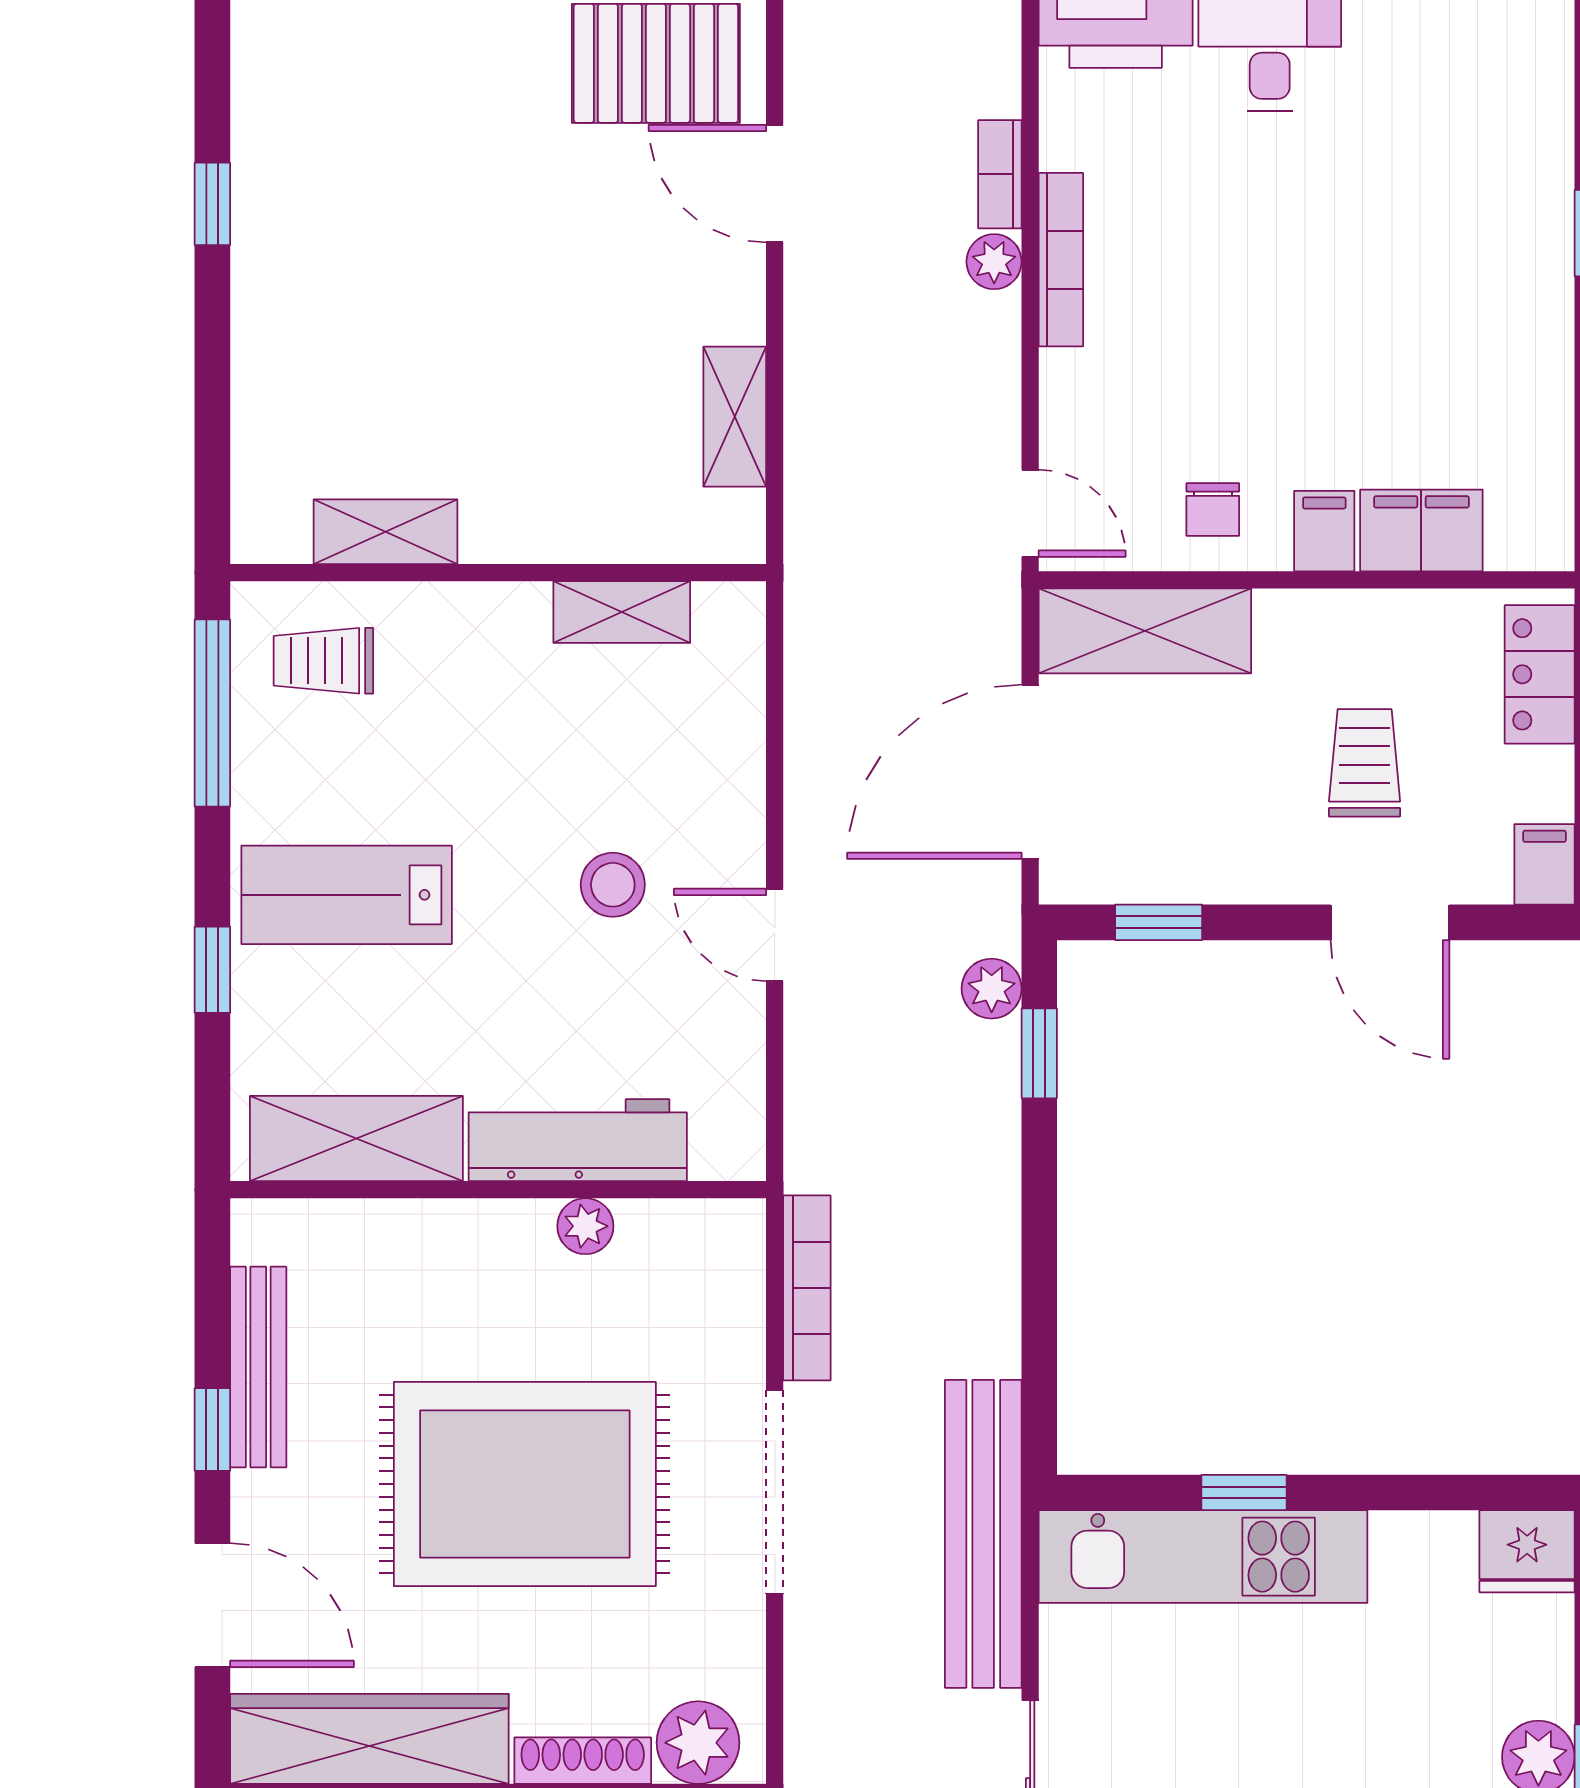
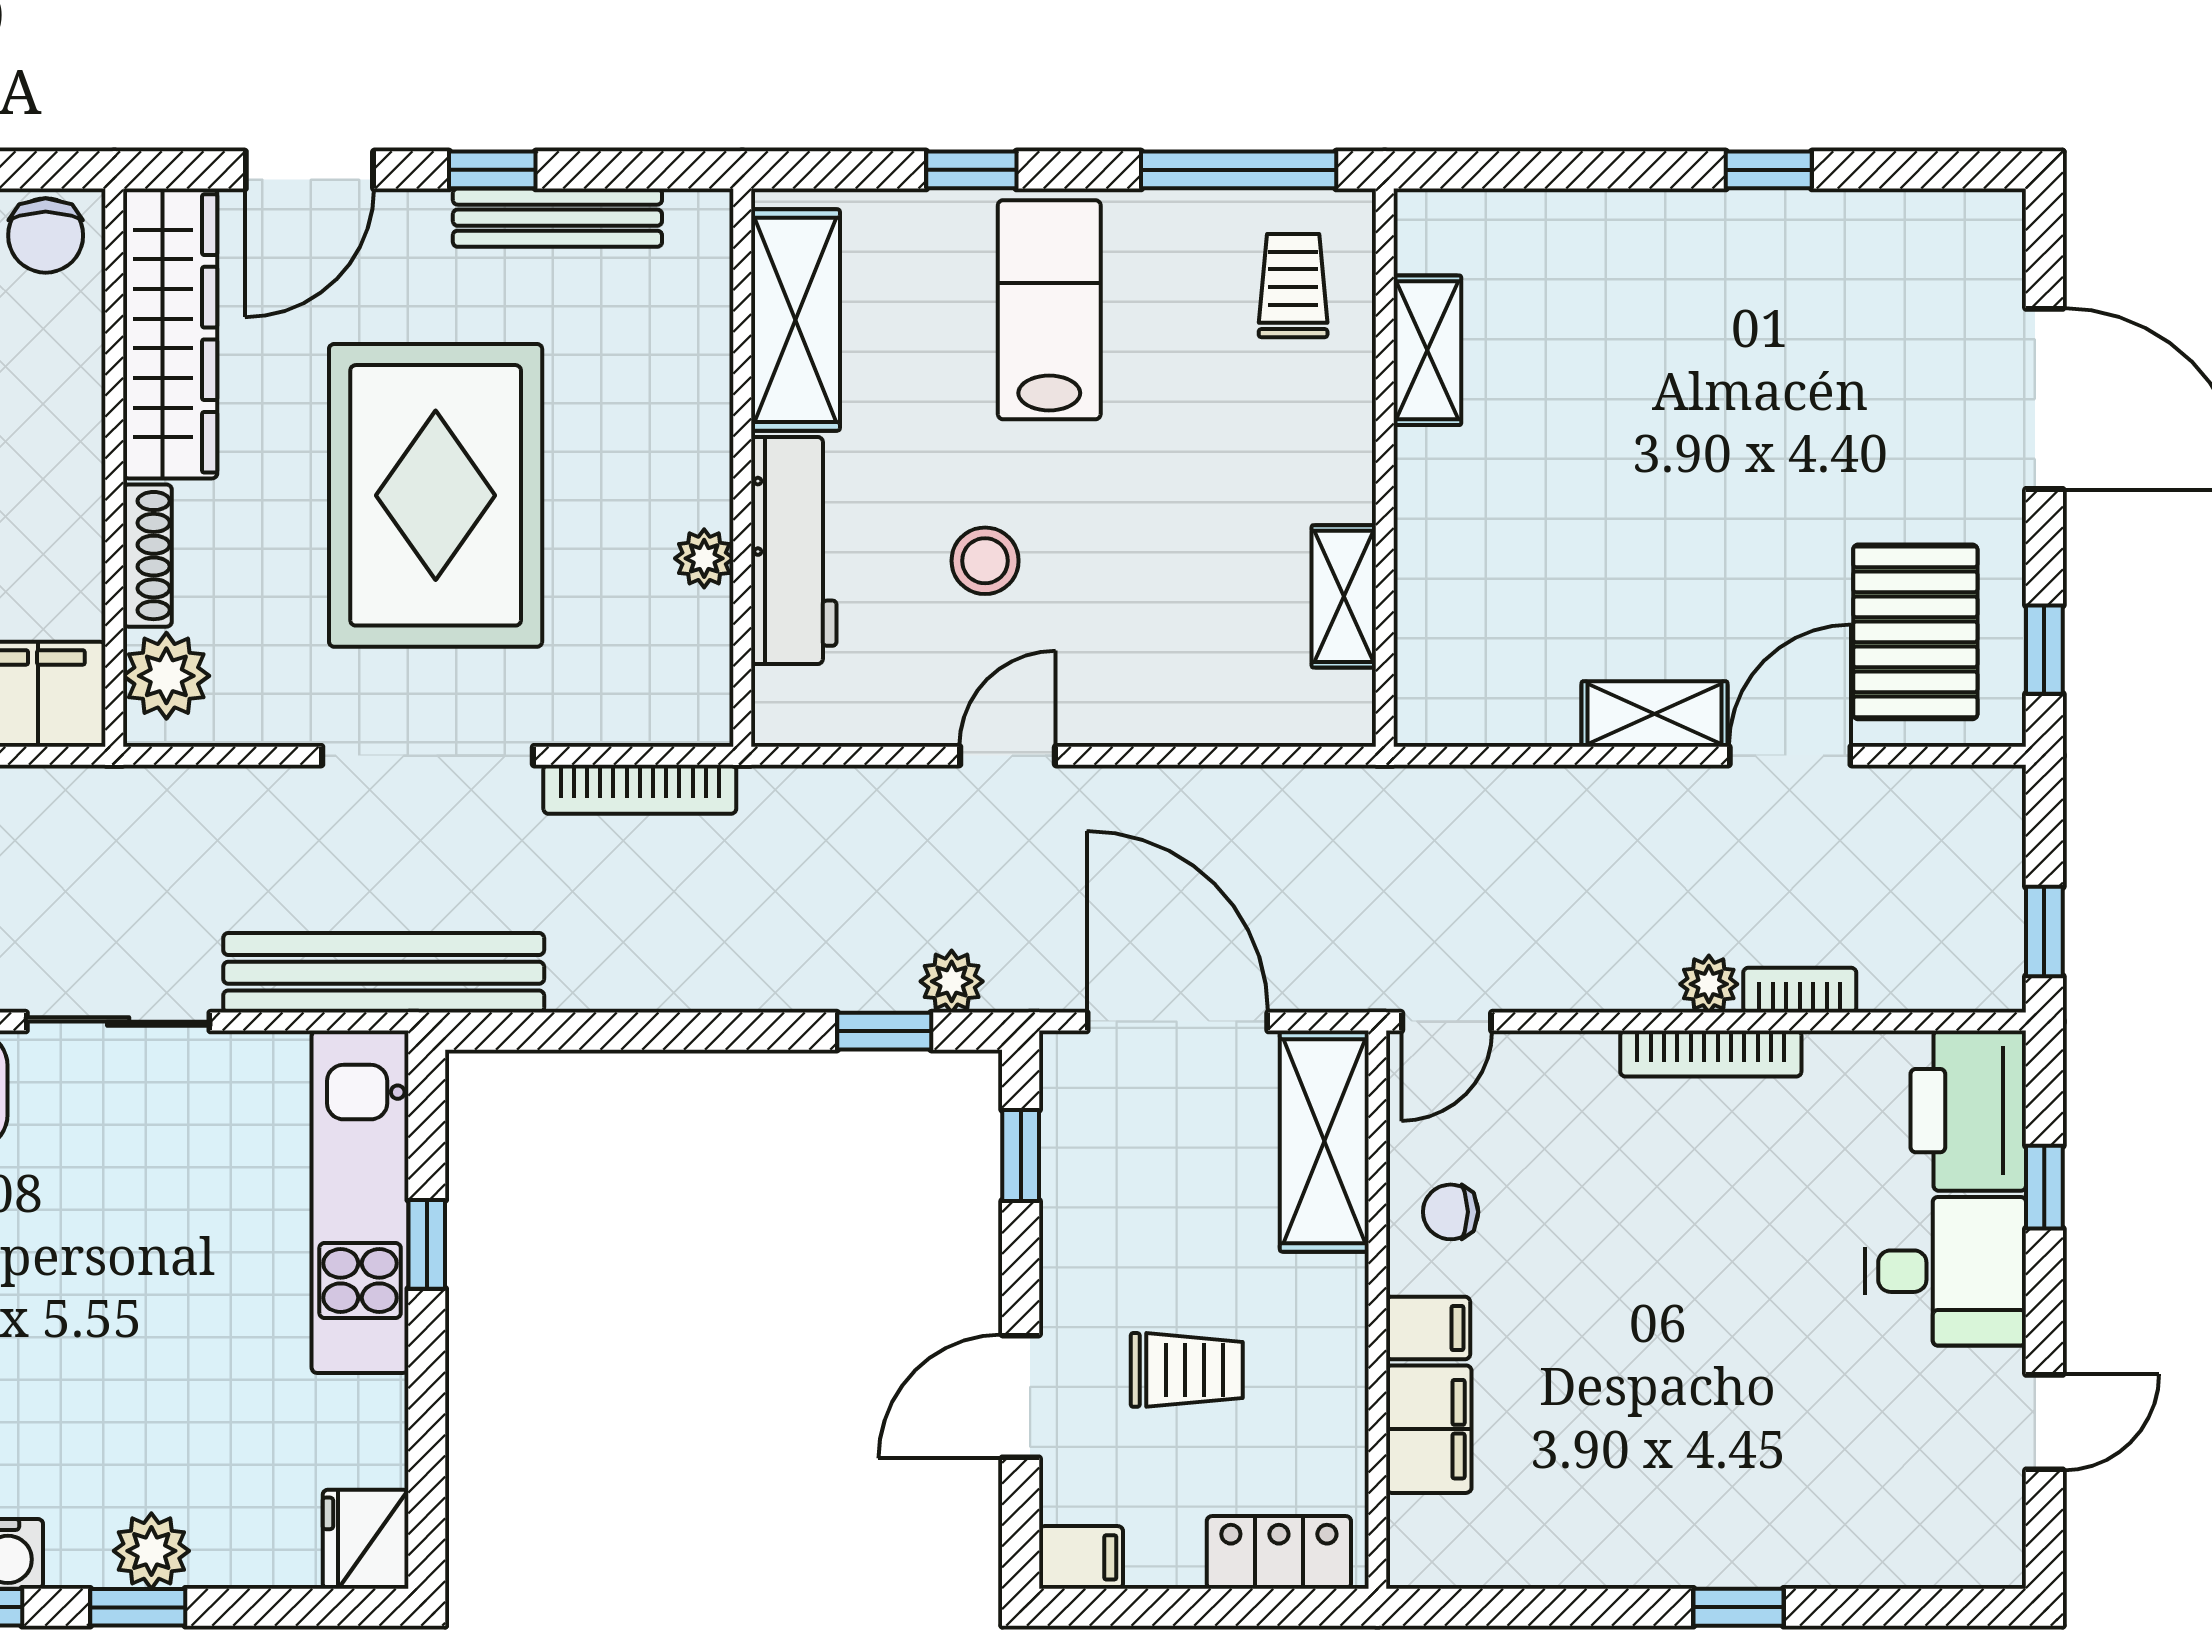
shelving: (735, 417) -> (1654, 714), moved
stool: (613, 885) -> (985, 561), moved

